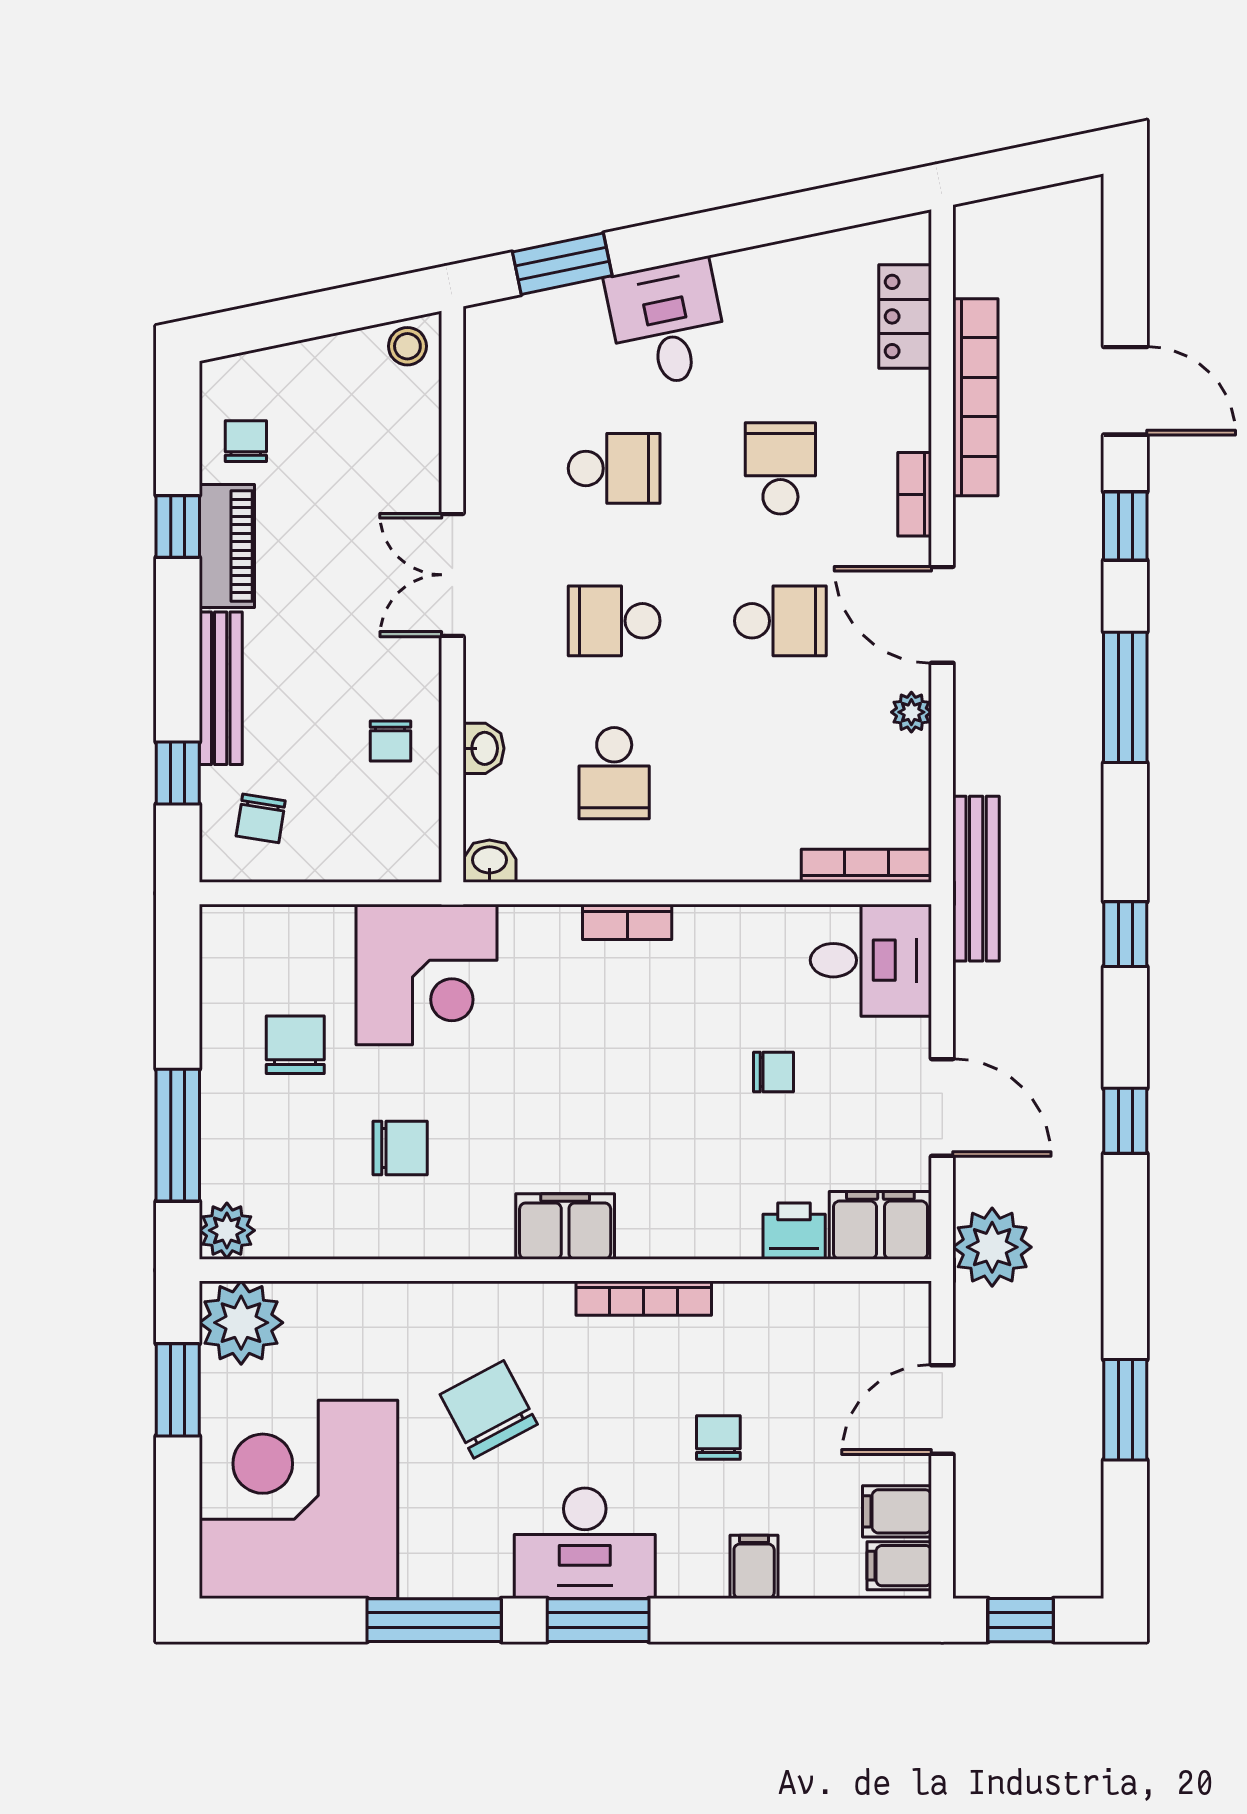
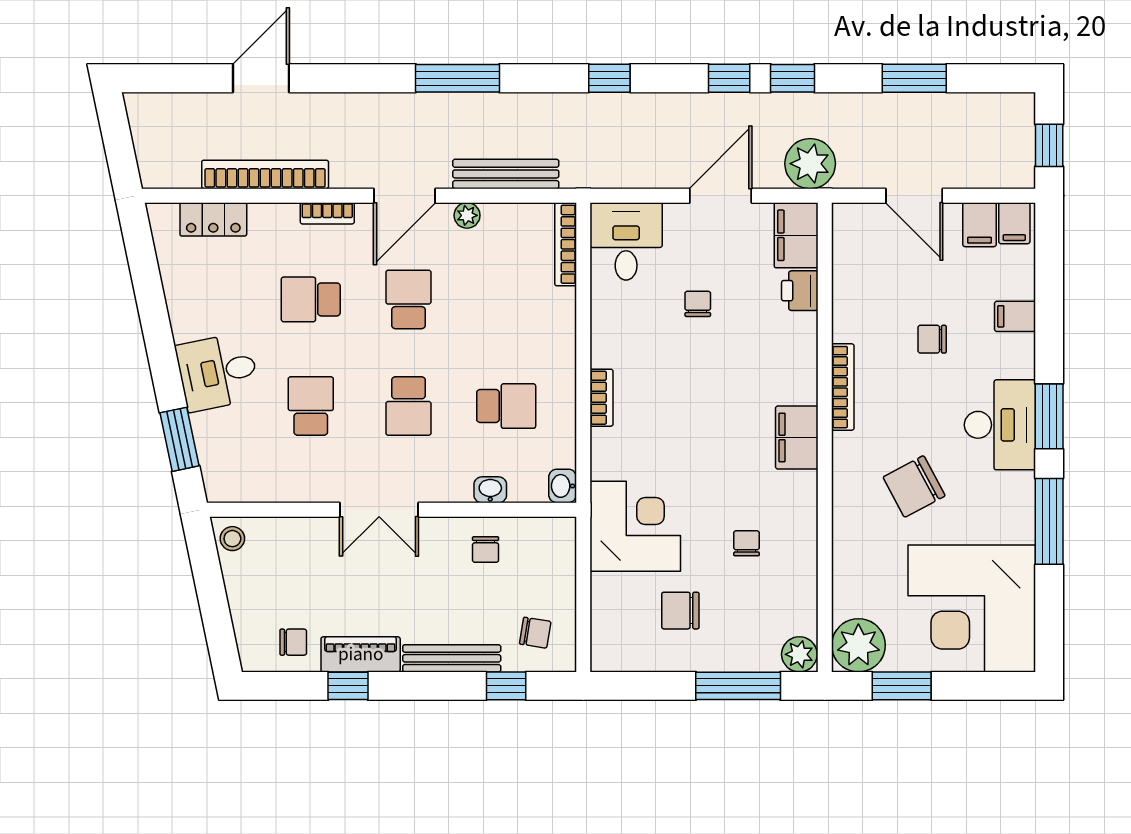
chair: (246, 441) -> (293, 642), turned 180
window: (1125, 526) -> (793, 78), moved
chair: (390, 741) -> (486, 549), turned 90
bench: (976, 879) -> (506, 174), moved
chair: (400, 1148) -> (746, 543), width x0.73, depth x0.73

